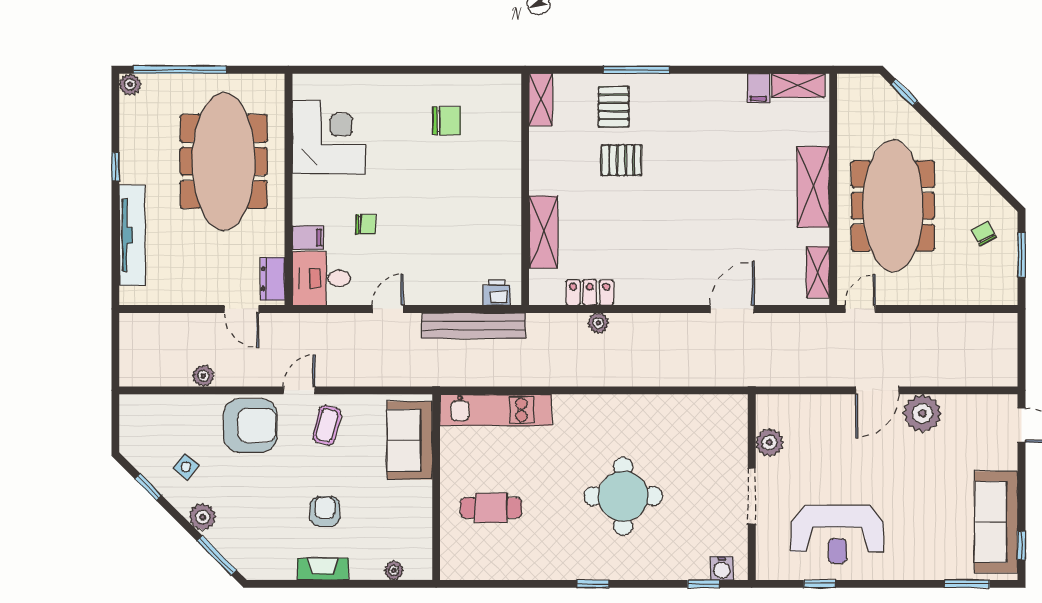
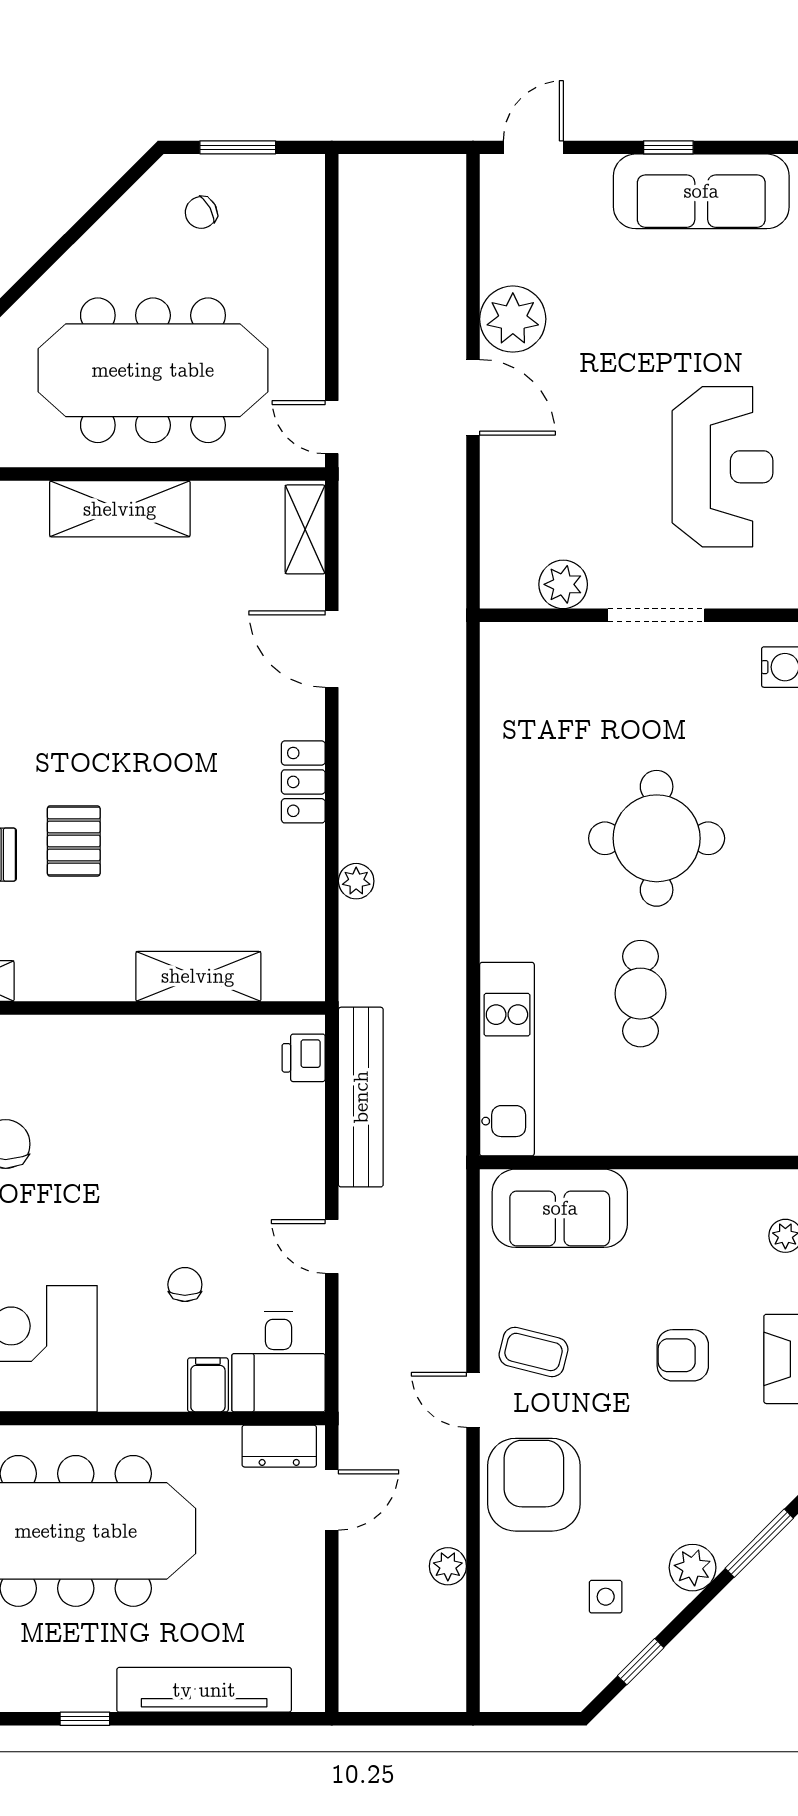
shelving: (818, 272) -> (305, 529), moved, turned 90
locker: (590, 293) -> (303, 782), moved
side table: (186, 467) -> (606, 1597), turned -38
cafe table: (491, 508) -> (640, 994), moved
window: (1021, 546) -> (668, 147), moved

